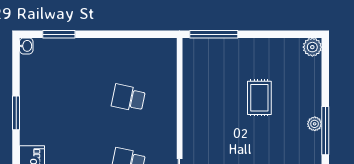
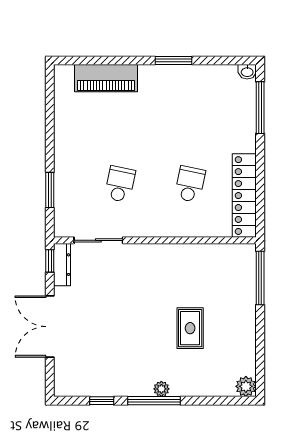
window: (59, 34) -> (260, 108), width x1.44
locker: (139, 49) -> (244, 196), added
rug: (259, 98) -> (190, 328), turned 90

